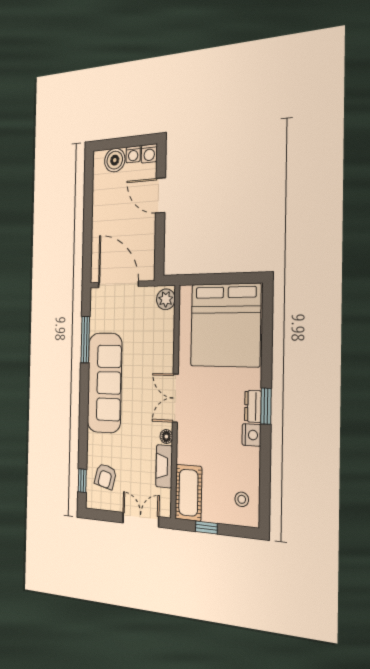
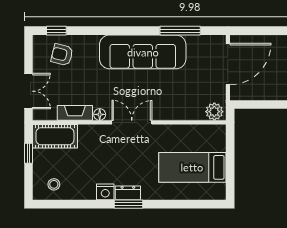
bed: (225, 325) -> (192, 167), width x0.49

